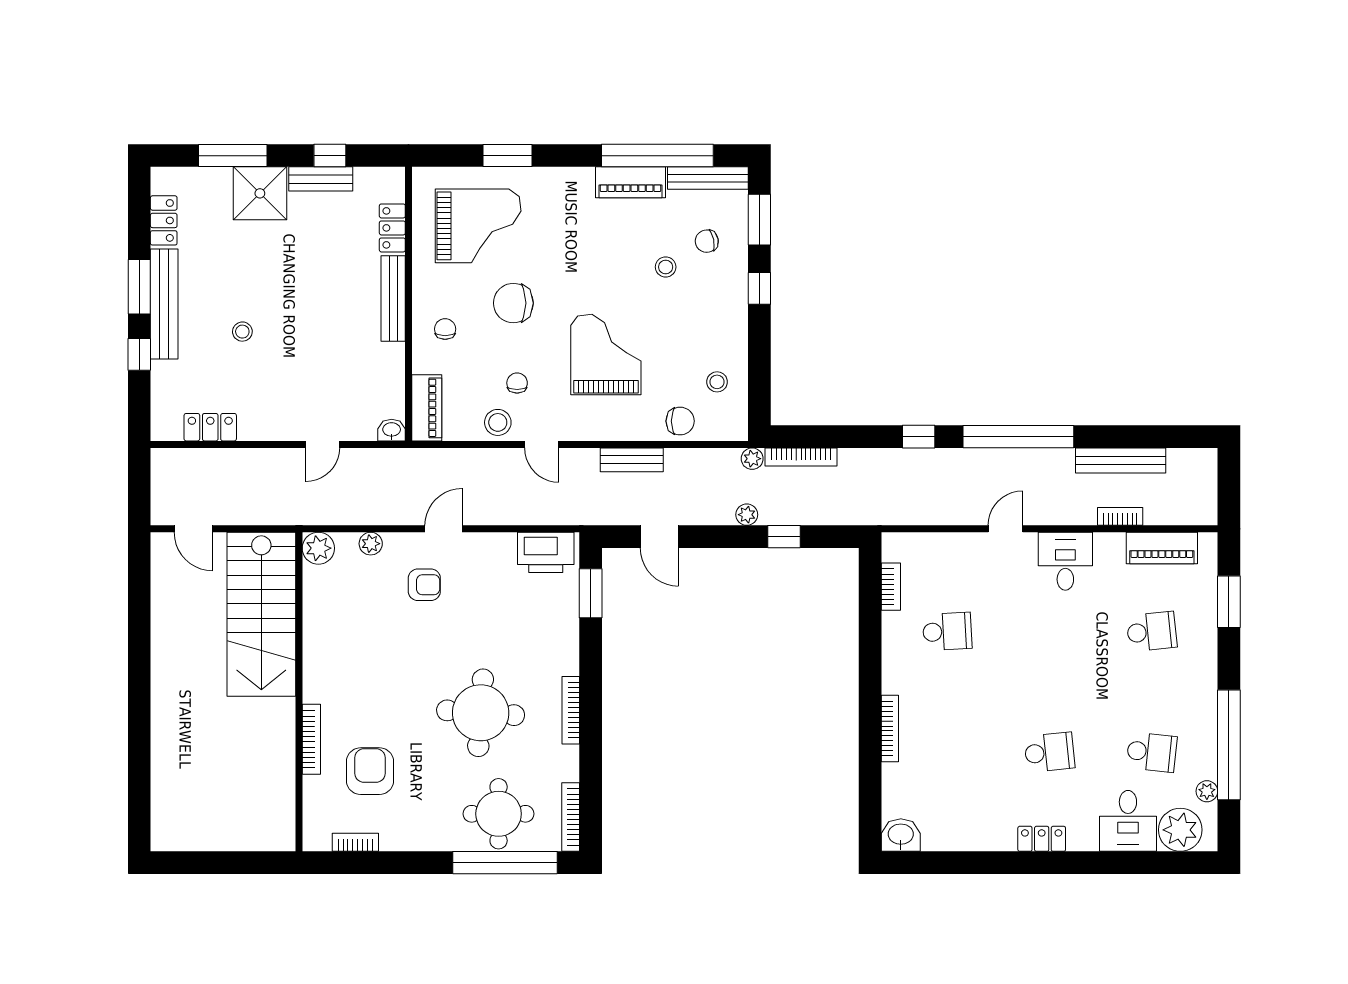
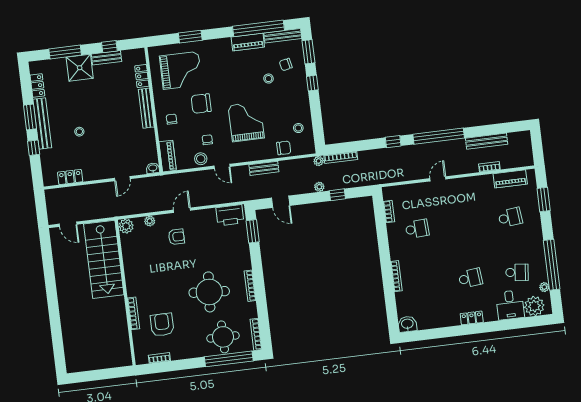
desk: (1065, 561) -> (467, 190), removed

